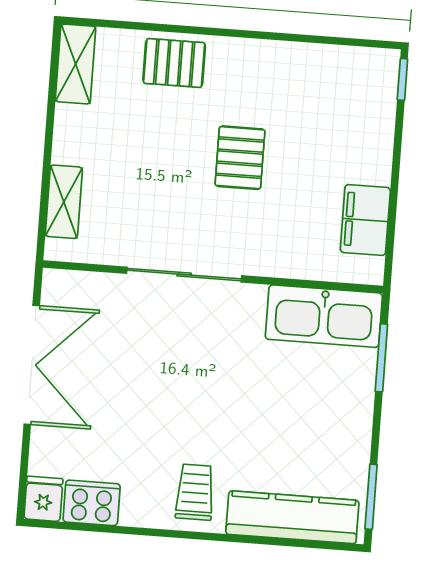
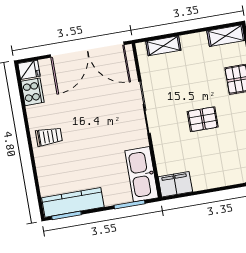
filing cabinet: (365, 220) -> (175, 184), moved
double door: (32, 365) -> (87, 50), width x1.36
kitchen counter: (292, 517) -> (73, 202), moved, turned -90

